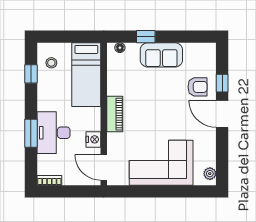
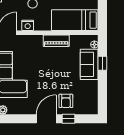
sofa: (161, 55) -> (89, 64), moved
piano: (115, 114) -> (56, 41), moved

